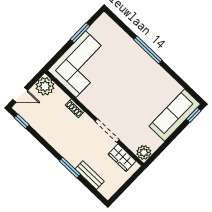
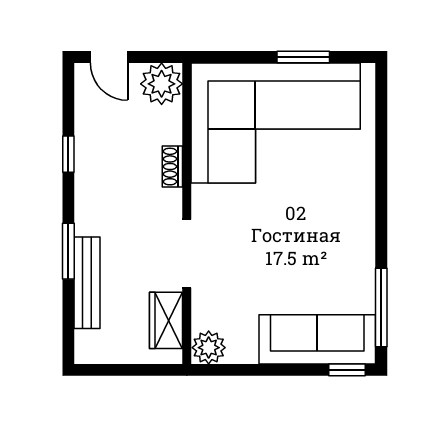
window: (148, 50) -> (381, 308), moved
corner sofa: (81, 64) -> (276, 123), width x1.36, depth x1.36
window: (22, 121) -> (68, 154), moved
bench: (90, 175) -> (87, 283), width x1.36

